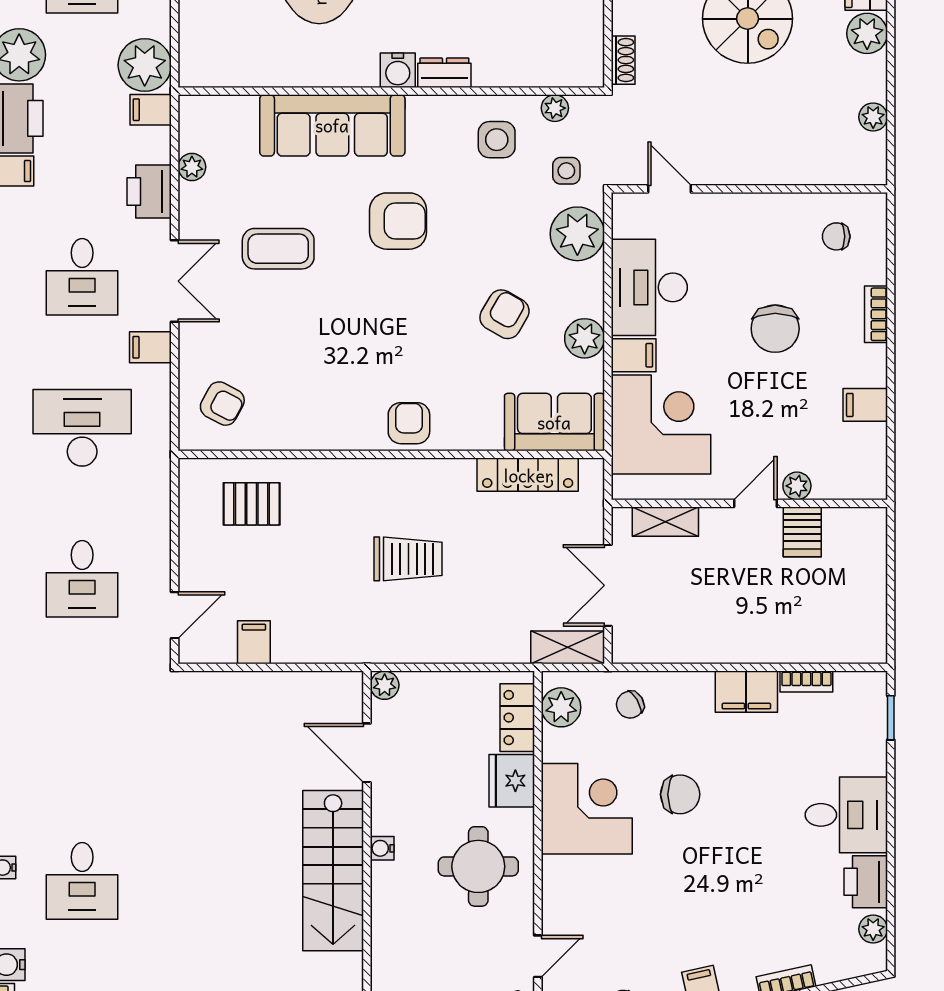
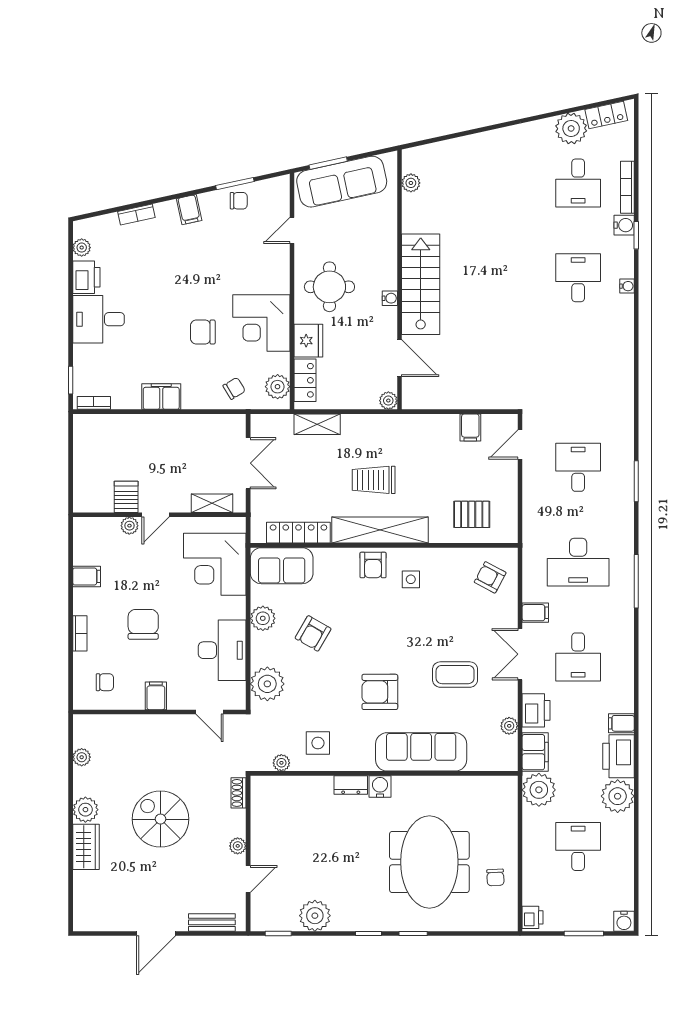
filing cabinet: (151, 110) -> (535, 752), width x2.00
side table: (566, 171) -> (411, 579), moved
desk: (82, 277) -> (578, 657), turned 180
filing cabinet: (634, 355) -> (156, 696), moved, turned 90
shelving: (398, 479) -> (380, 530), added
shelving: (568, 647) -> (317, 424), moved
bookcase: (806, 681) -> (94, 403), moved

